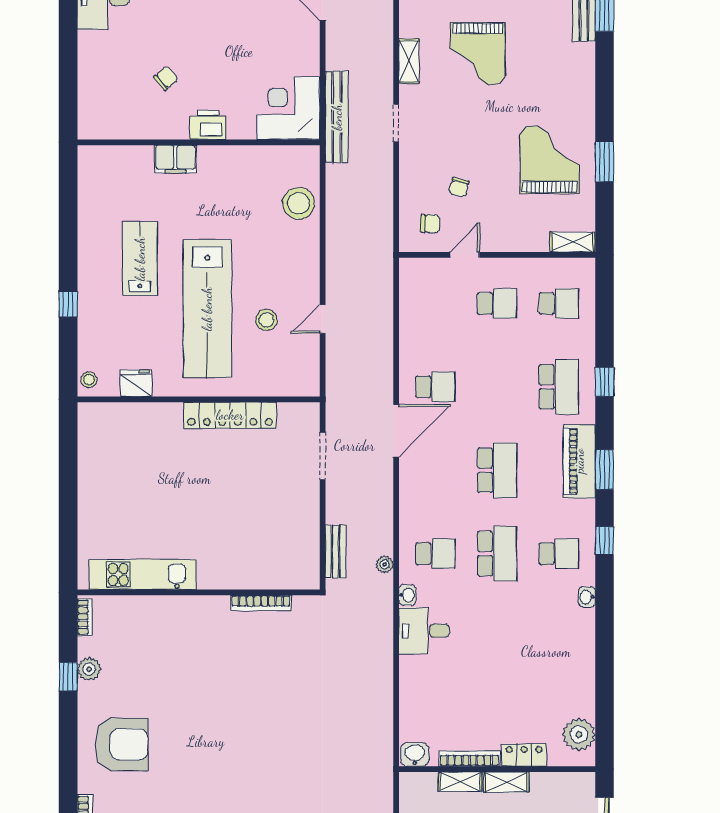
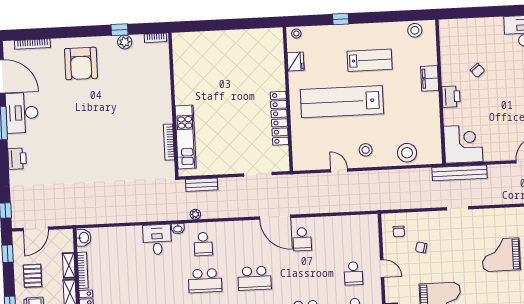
shelving: (409, 61) -> (495, 214), removed
stool: (93, 180) -> (415, 30), added
door: (465, 255) -> (382, 269), moved
stool: (266, 320) -> (366, 150), moved
kitchen unit: (143, 575) -> (186, 137), moved

